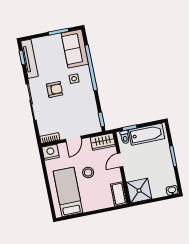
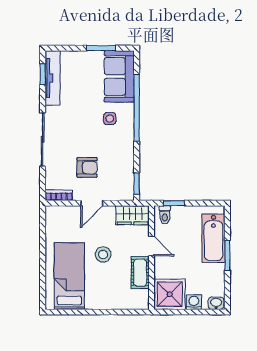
armchair: (55, 89) -> (87, 167), moved
bathtub: (147, 134) -> (213, 238), moved, turned 90
nightstand: (51, 152) -> (56, 215), removed
door: (120, 160) -> (152, 246), swing flipped
washing machine: (157, 193) -> (194, 302), added
cot: (119, 194) -> (140, 273), moved

